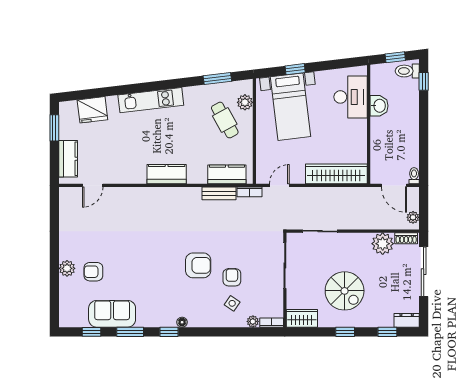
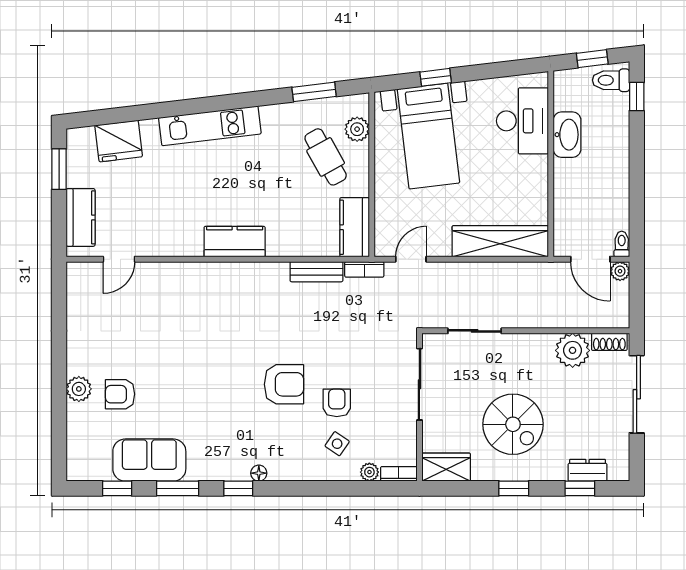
washbasin: (379, 106) -> (567, 135), width x1.38
kitchen counter: (227, 174) -> (355, 227), moved, turned -90
plant: (413, 217) -> (620, 271), moved
dresser: (407, 320) -> (587, 470), moved

